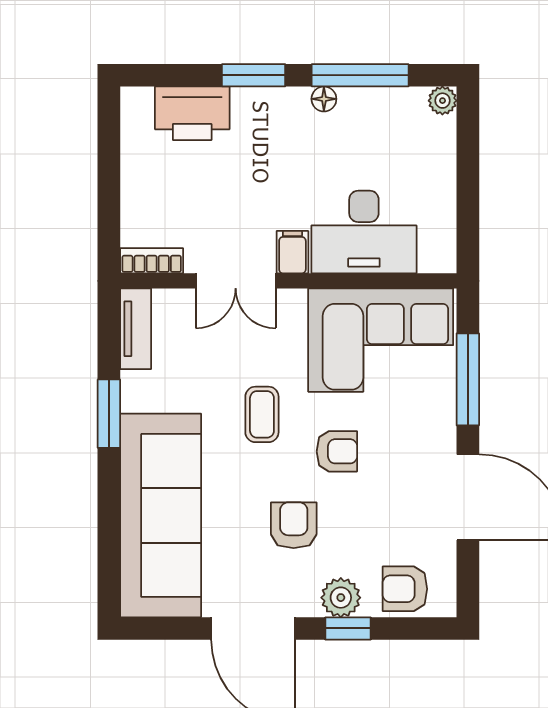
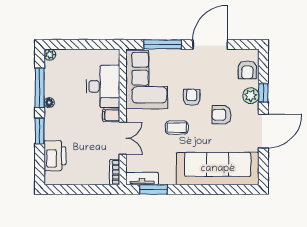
window: (109, 414) -> (153, 189), moved

